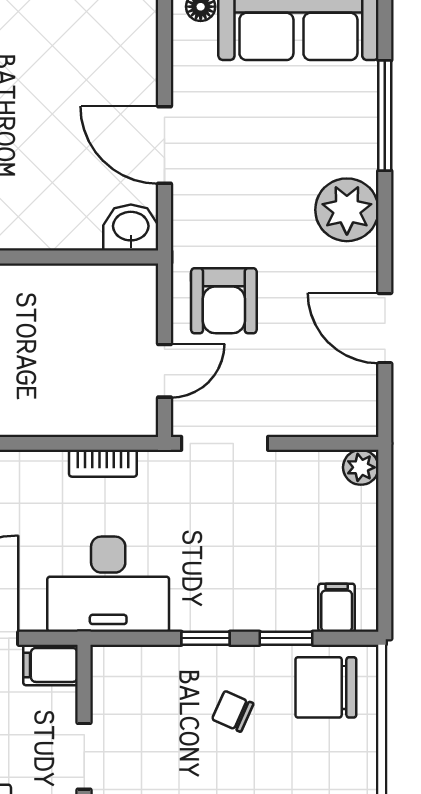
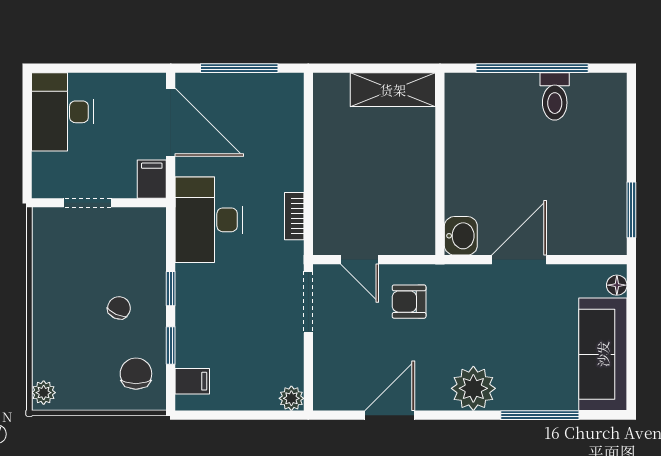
armchair: (224, 301) -> (409, 302), width x0.72, depth x0.72
chair: (326, 687) -> (136, 374), width x0.73, depth x0.73

